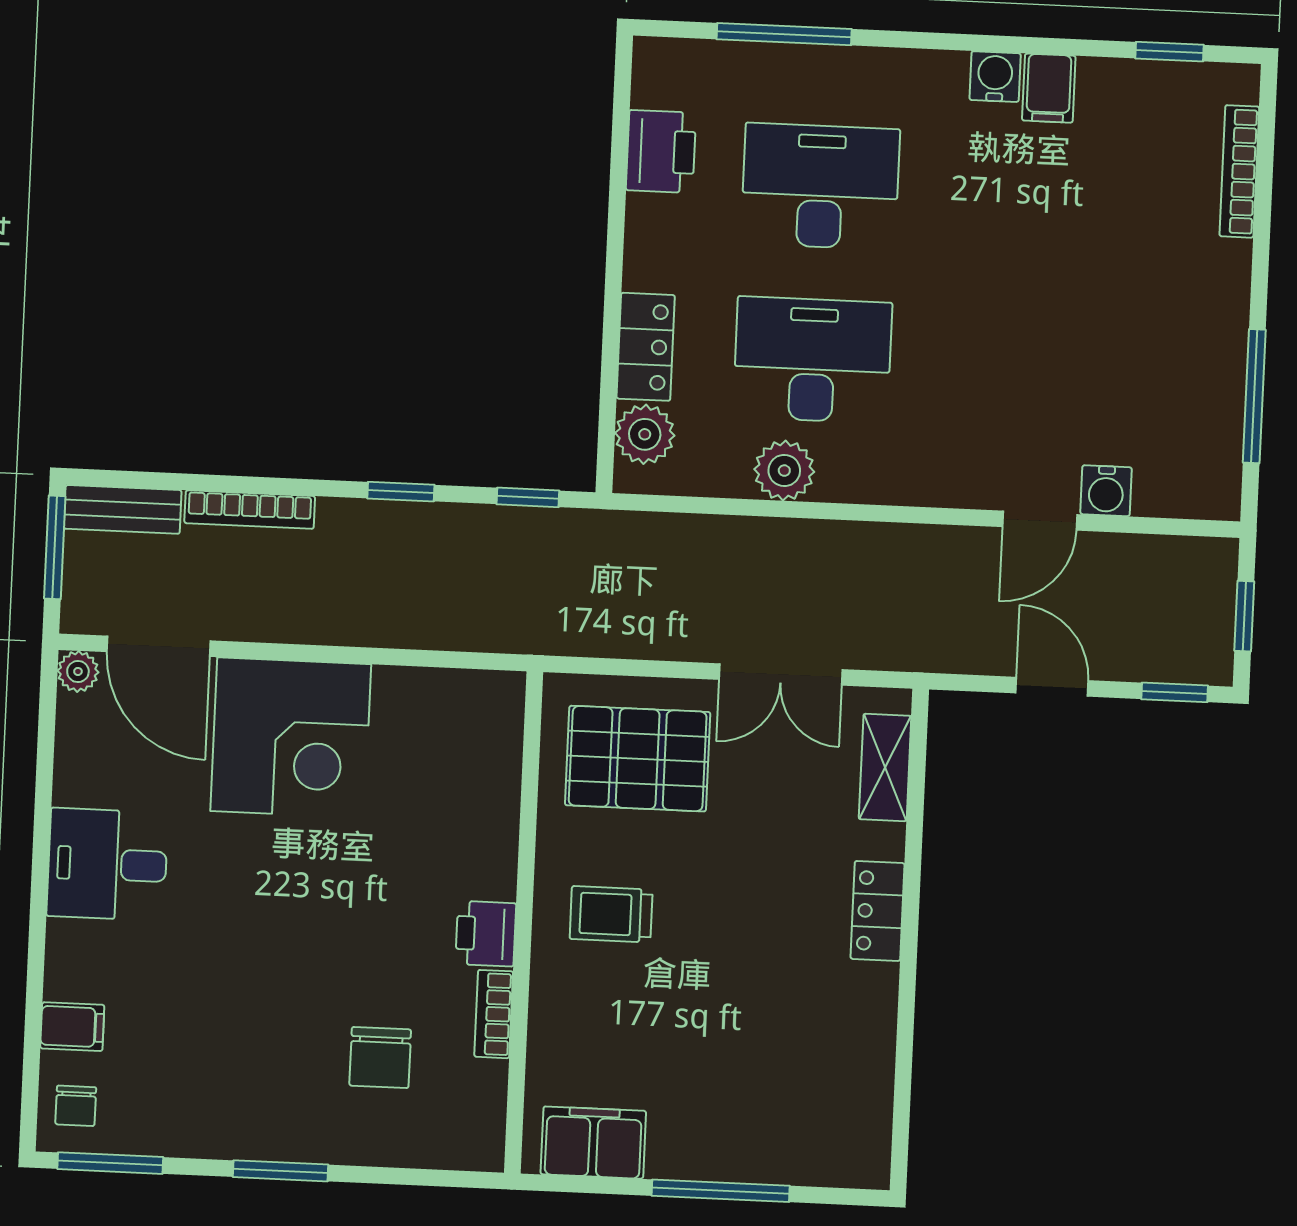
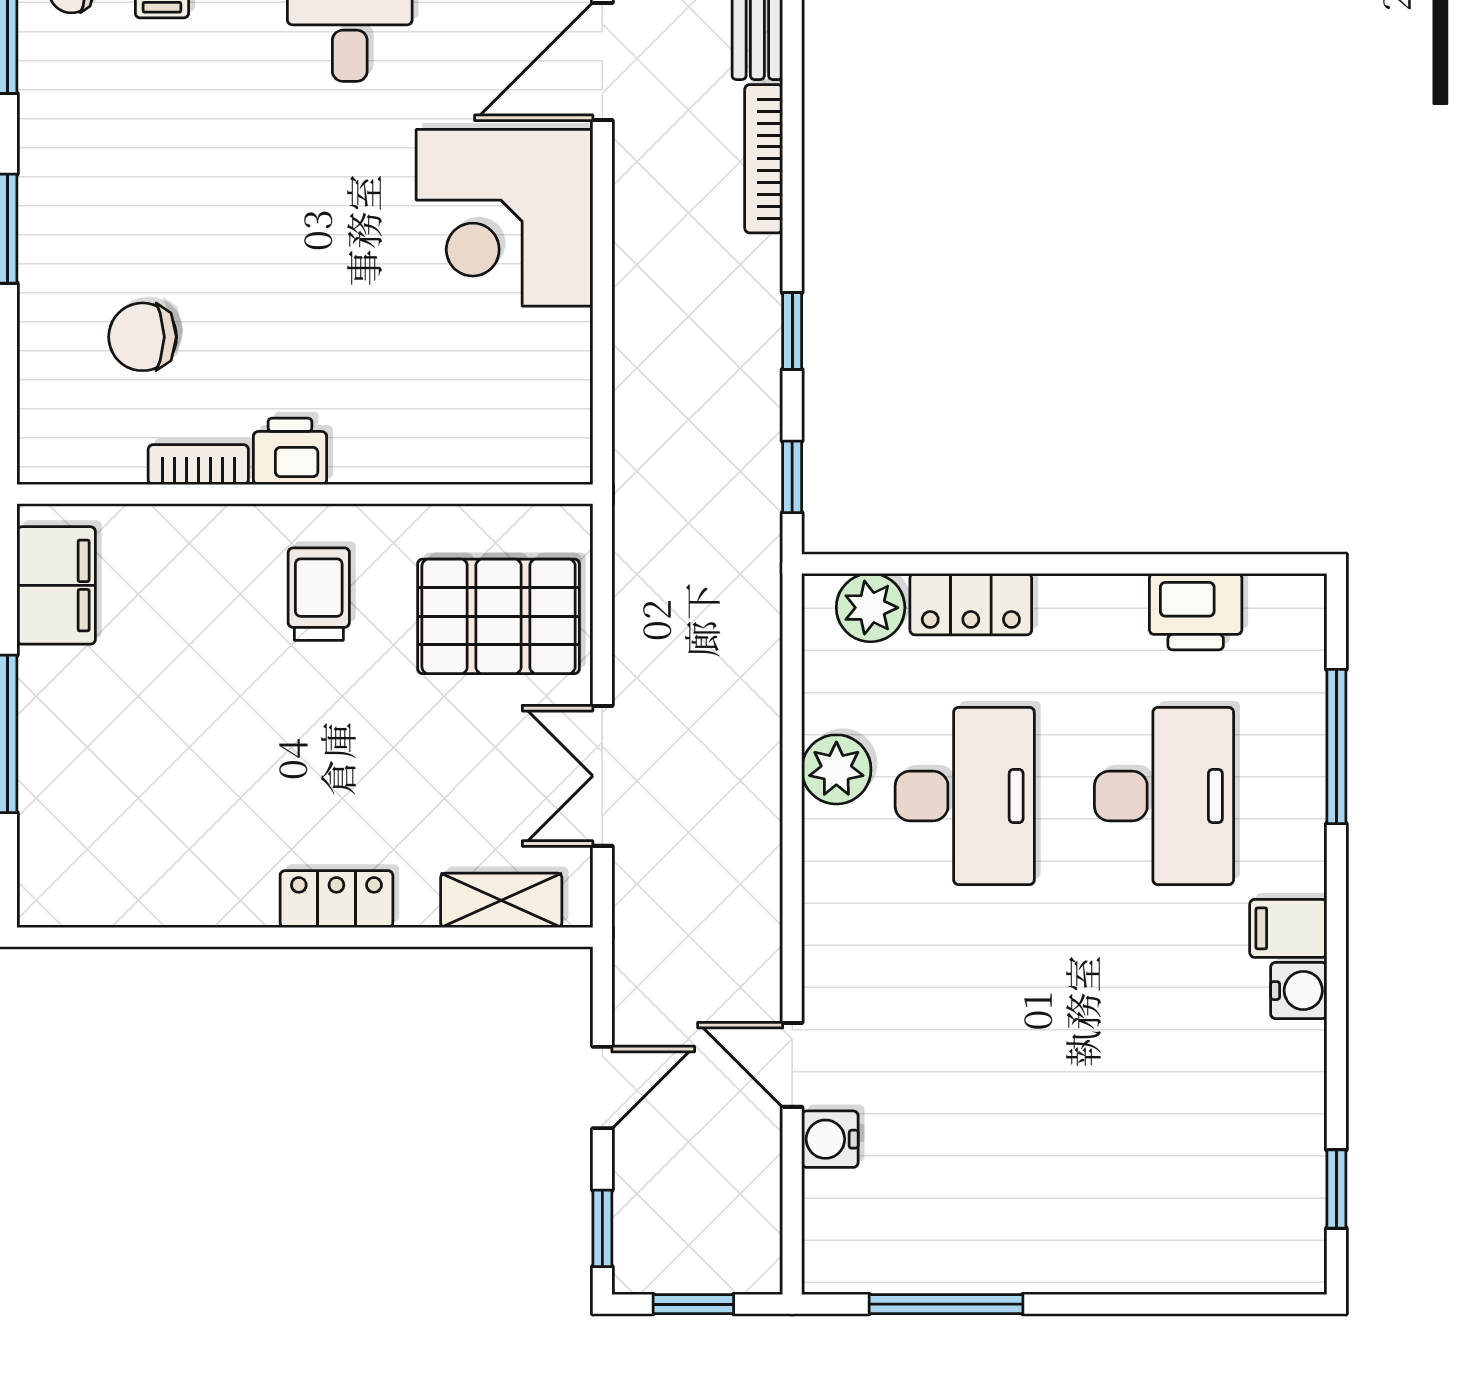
filing cabinet: (1049, 88) -> (1288, 928), moved
bookcase: (1239, 171) -> (1203, 1275), removed
pallet: (638, 759) -> (499, 616), turned 90

